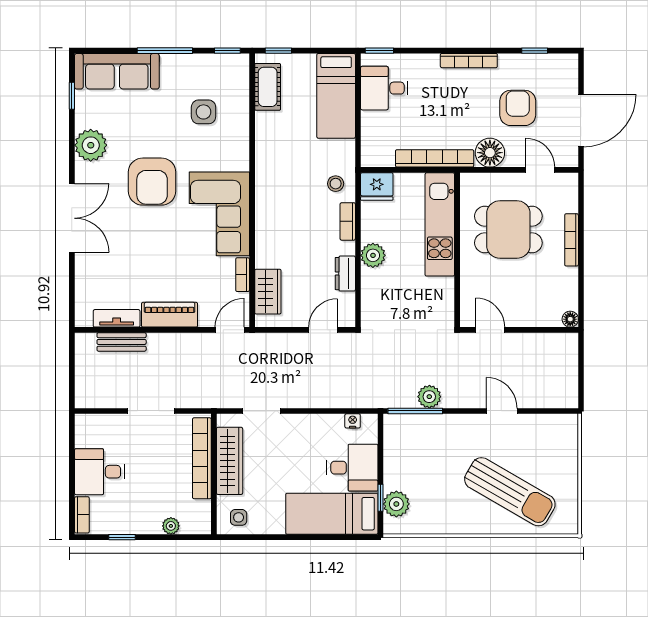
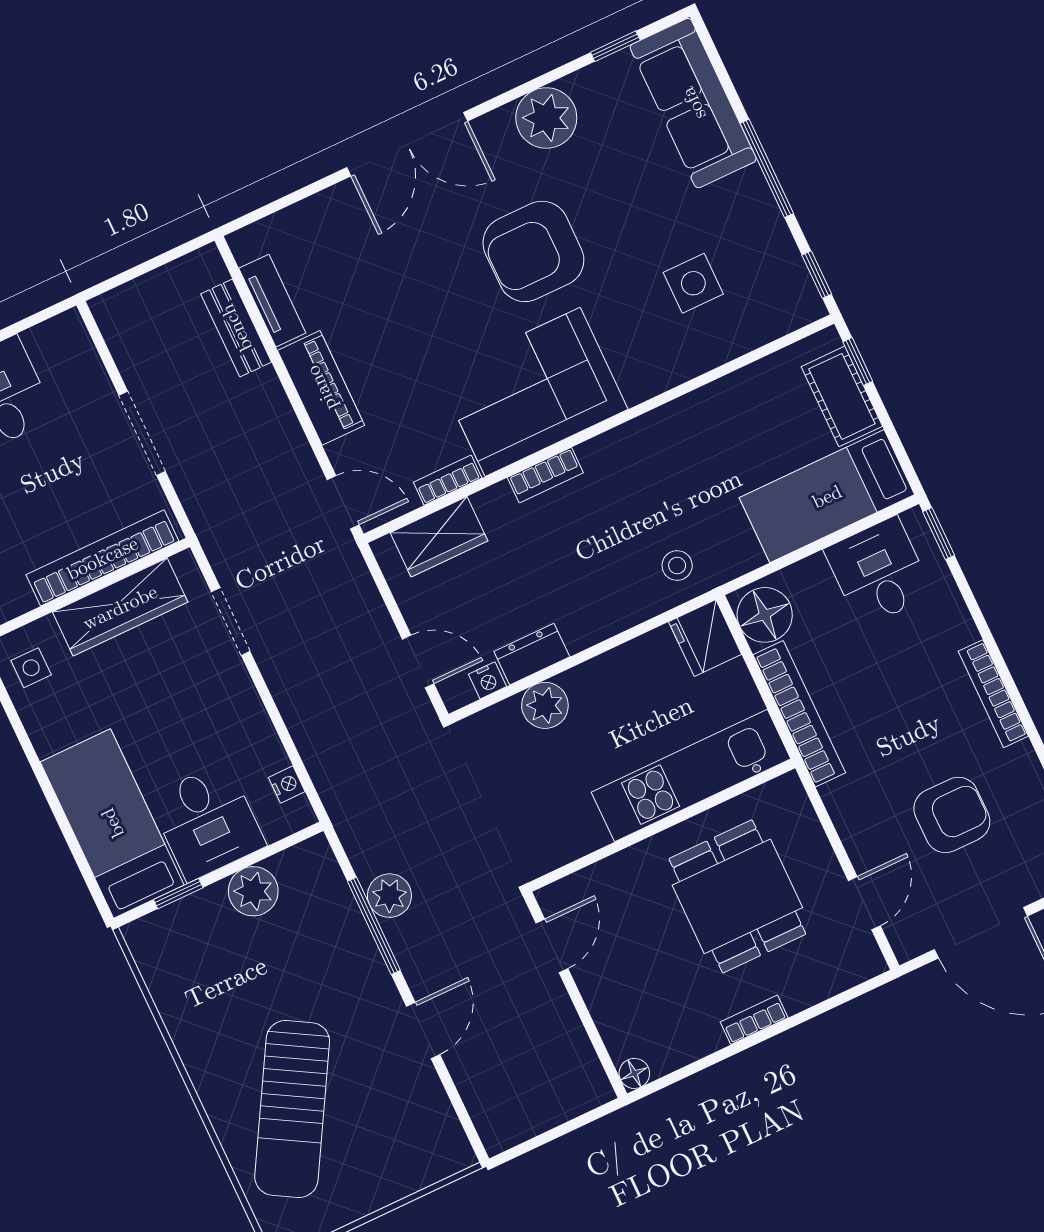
cot: (268, 87) -> (842, 396), moved, turned 90
floor lamp: (490, 153) -> (765, 615), moved
bookcase: (348, 221) -> (545, 475), moved, turned 180
bookcase: (572, 240) -> (754, 1020), width x0.64
plant: (373, 255) -> (545, 705), moved
nightstand: (348, 301) -> (488, 680), added
window: (415, 411) -> (374, 926), moved
plant: (396, 504) -> (253, 891), moved

